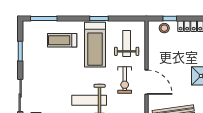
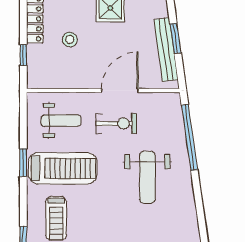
stool: (164, 28) -> (70, 39), moved
weight bench: (127, 43) -> (61, 121), turned 180

